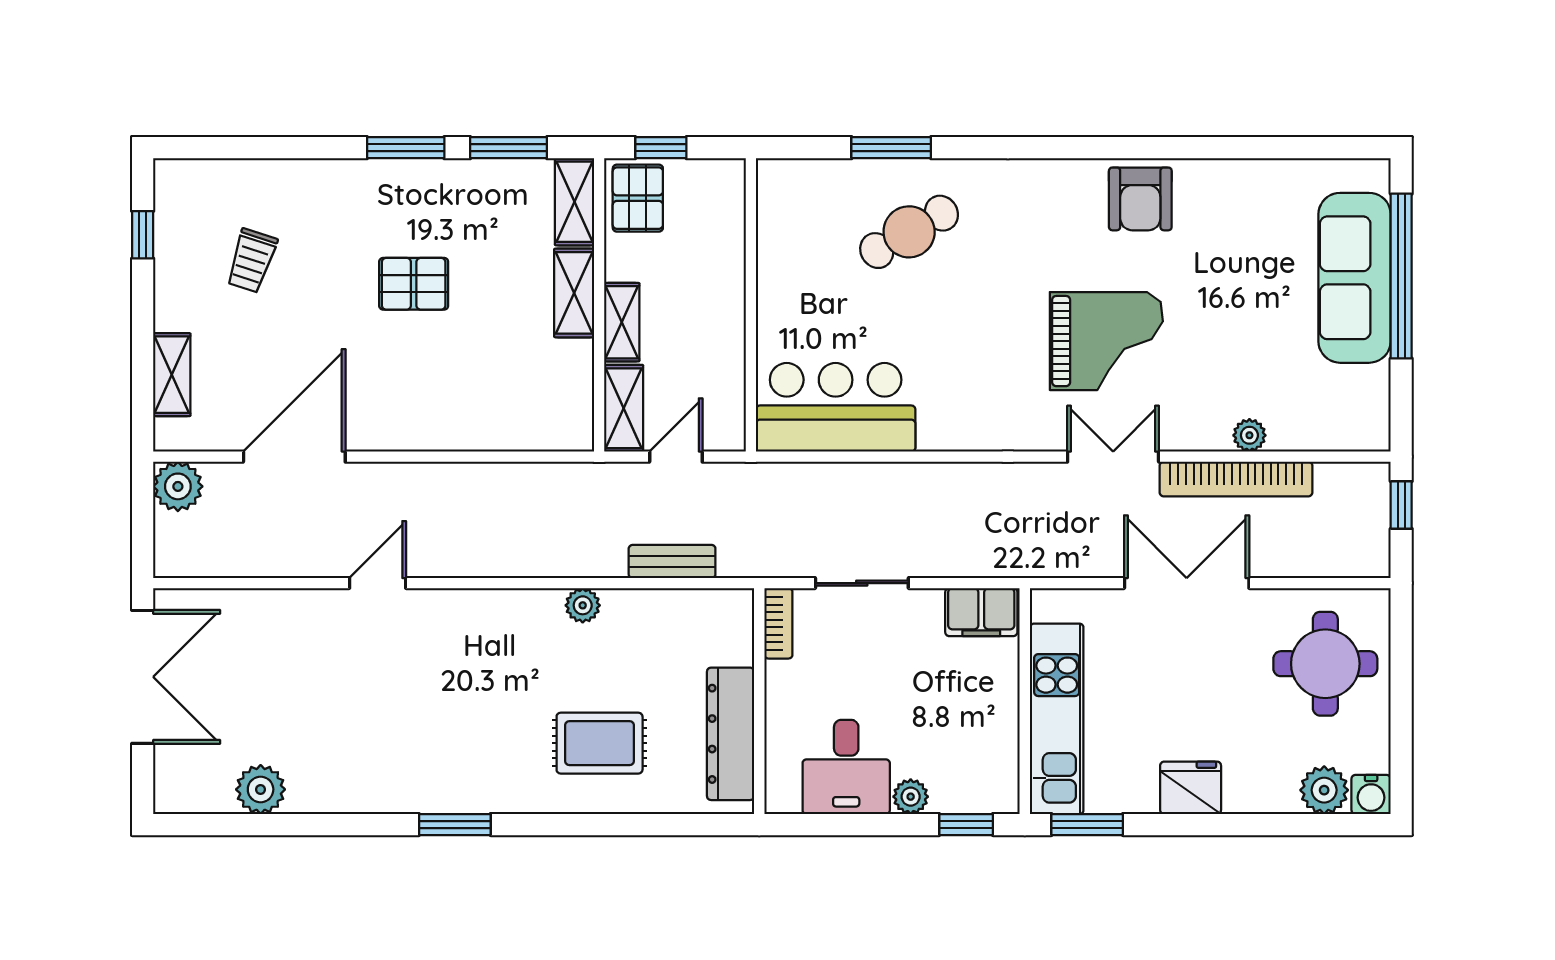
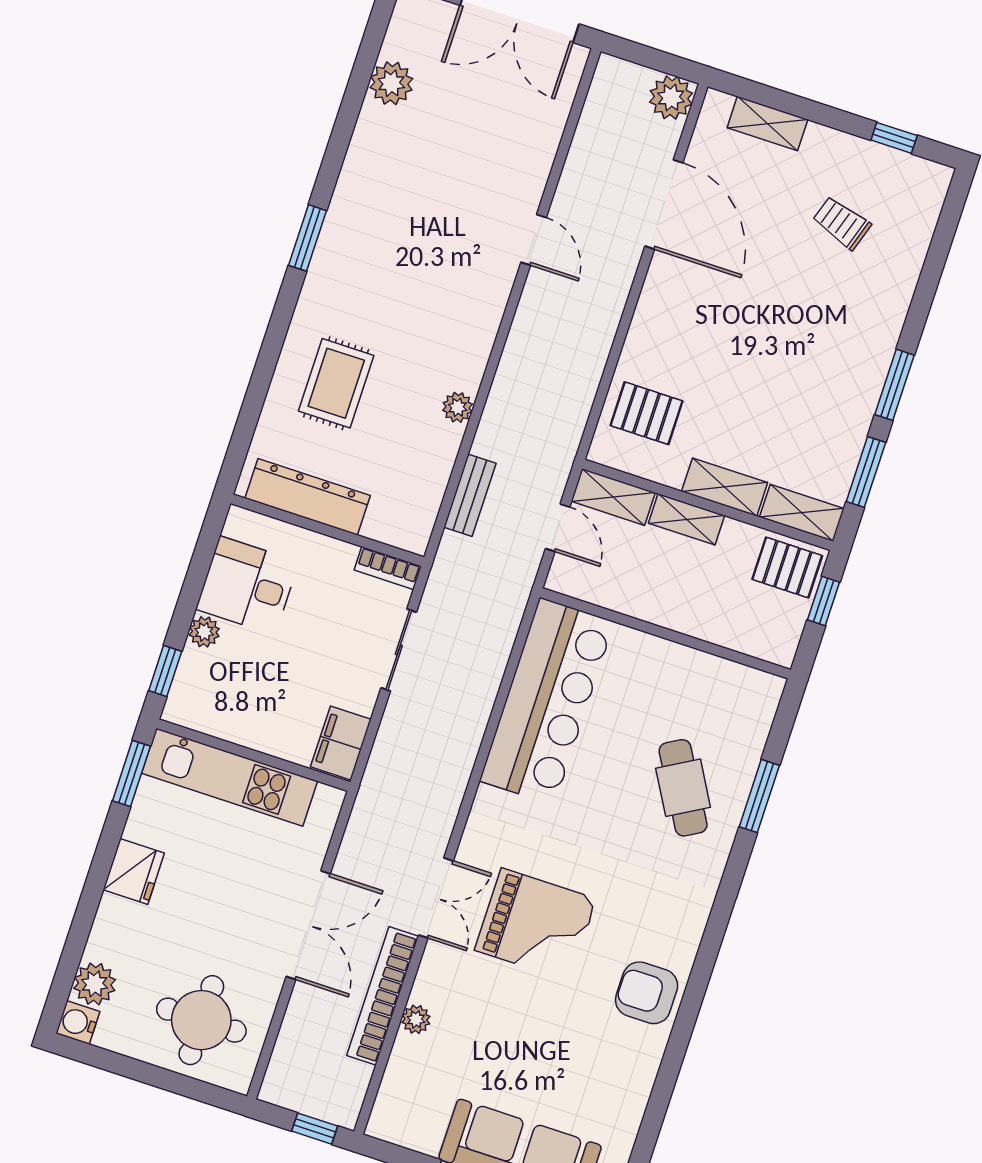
pallet: (414, 284) -> (647, 413), moved, turned 90
grand piano: (1106, 341) -> (536, 925), turned -90
bar counter: (836, 407) -> (547, 701), width x1.36

